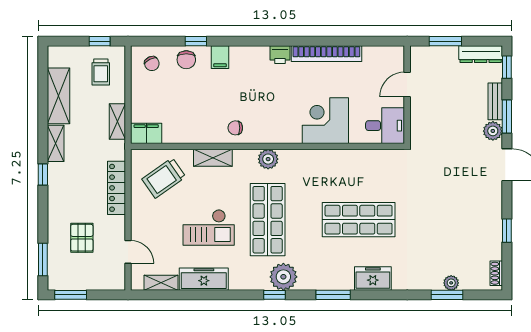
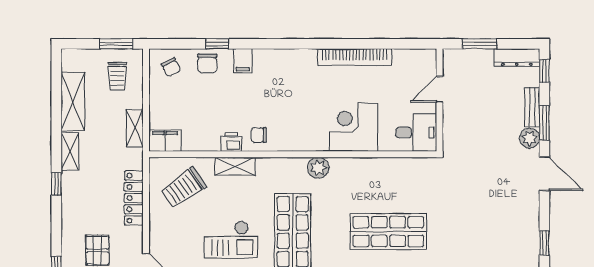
window: (100, 41) -> (116, 44), width x1.50
printer: (280, 55) -> (231, 142), moved, turned 180
plant: (268, 159) -> (318, 168), moved

